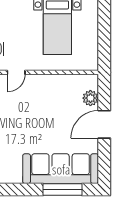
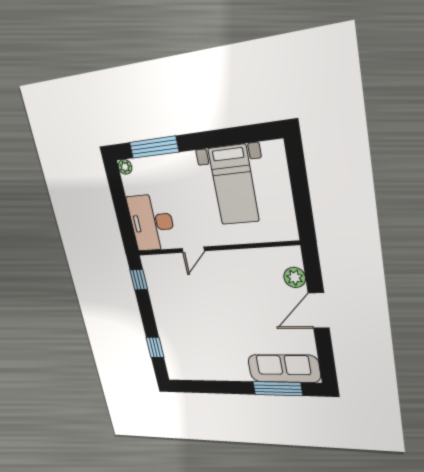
sofa: (61, 169) -> (284, 369), width x0.74, depth x0.79

